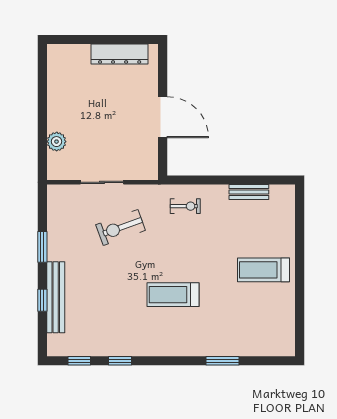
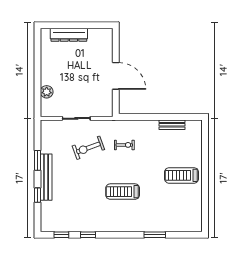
dresser: (120, 54) -> (69, 35), moved
exercise bike: (185, 206) -> (124, 145), moved
bench: (56, 297) -> (46, 177), moved

